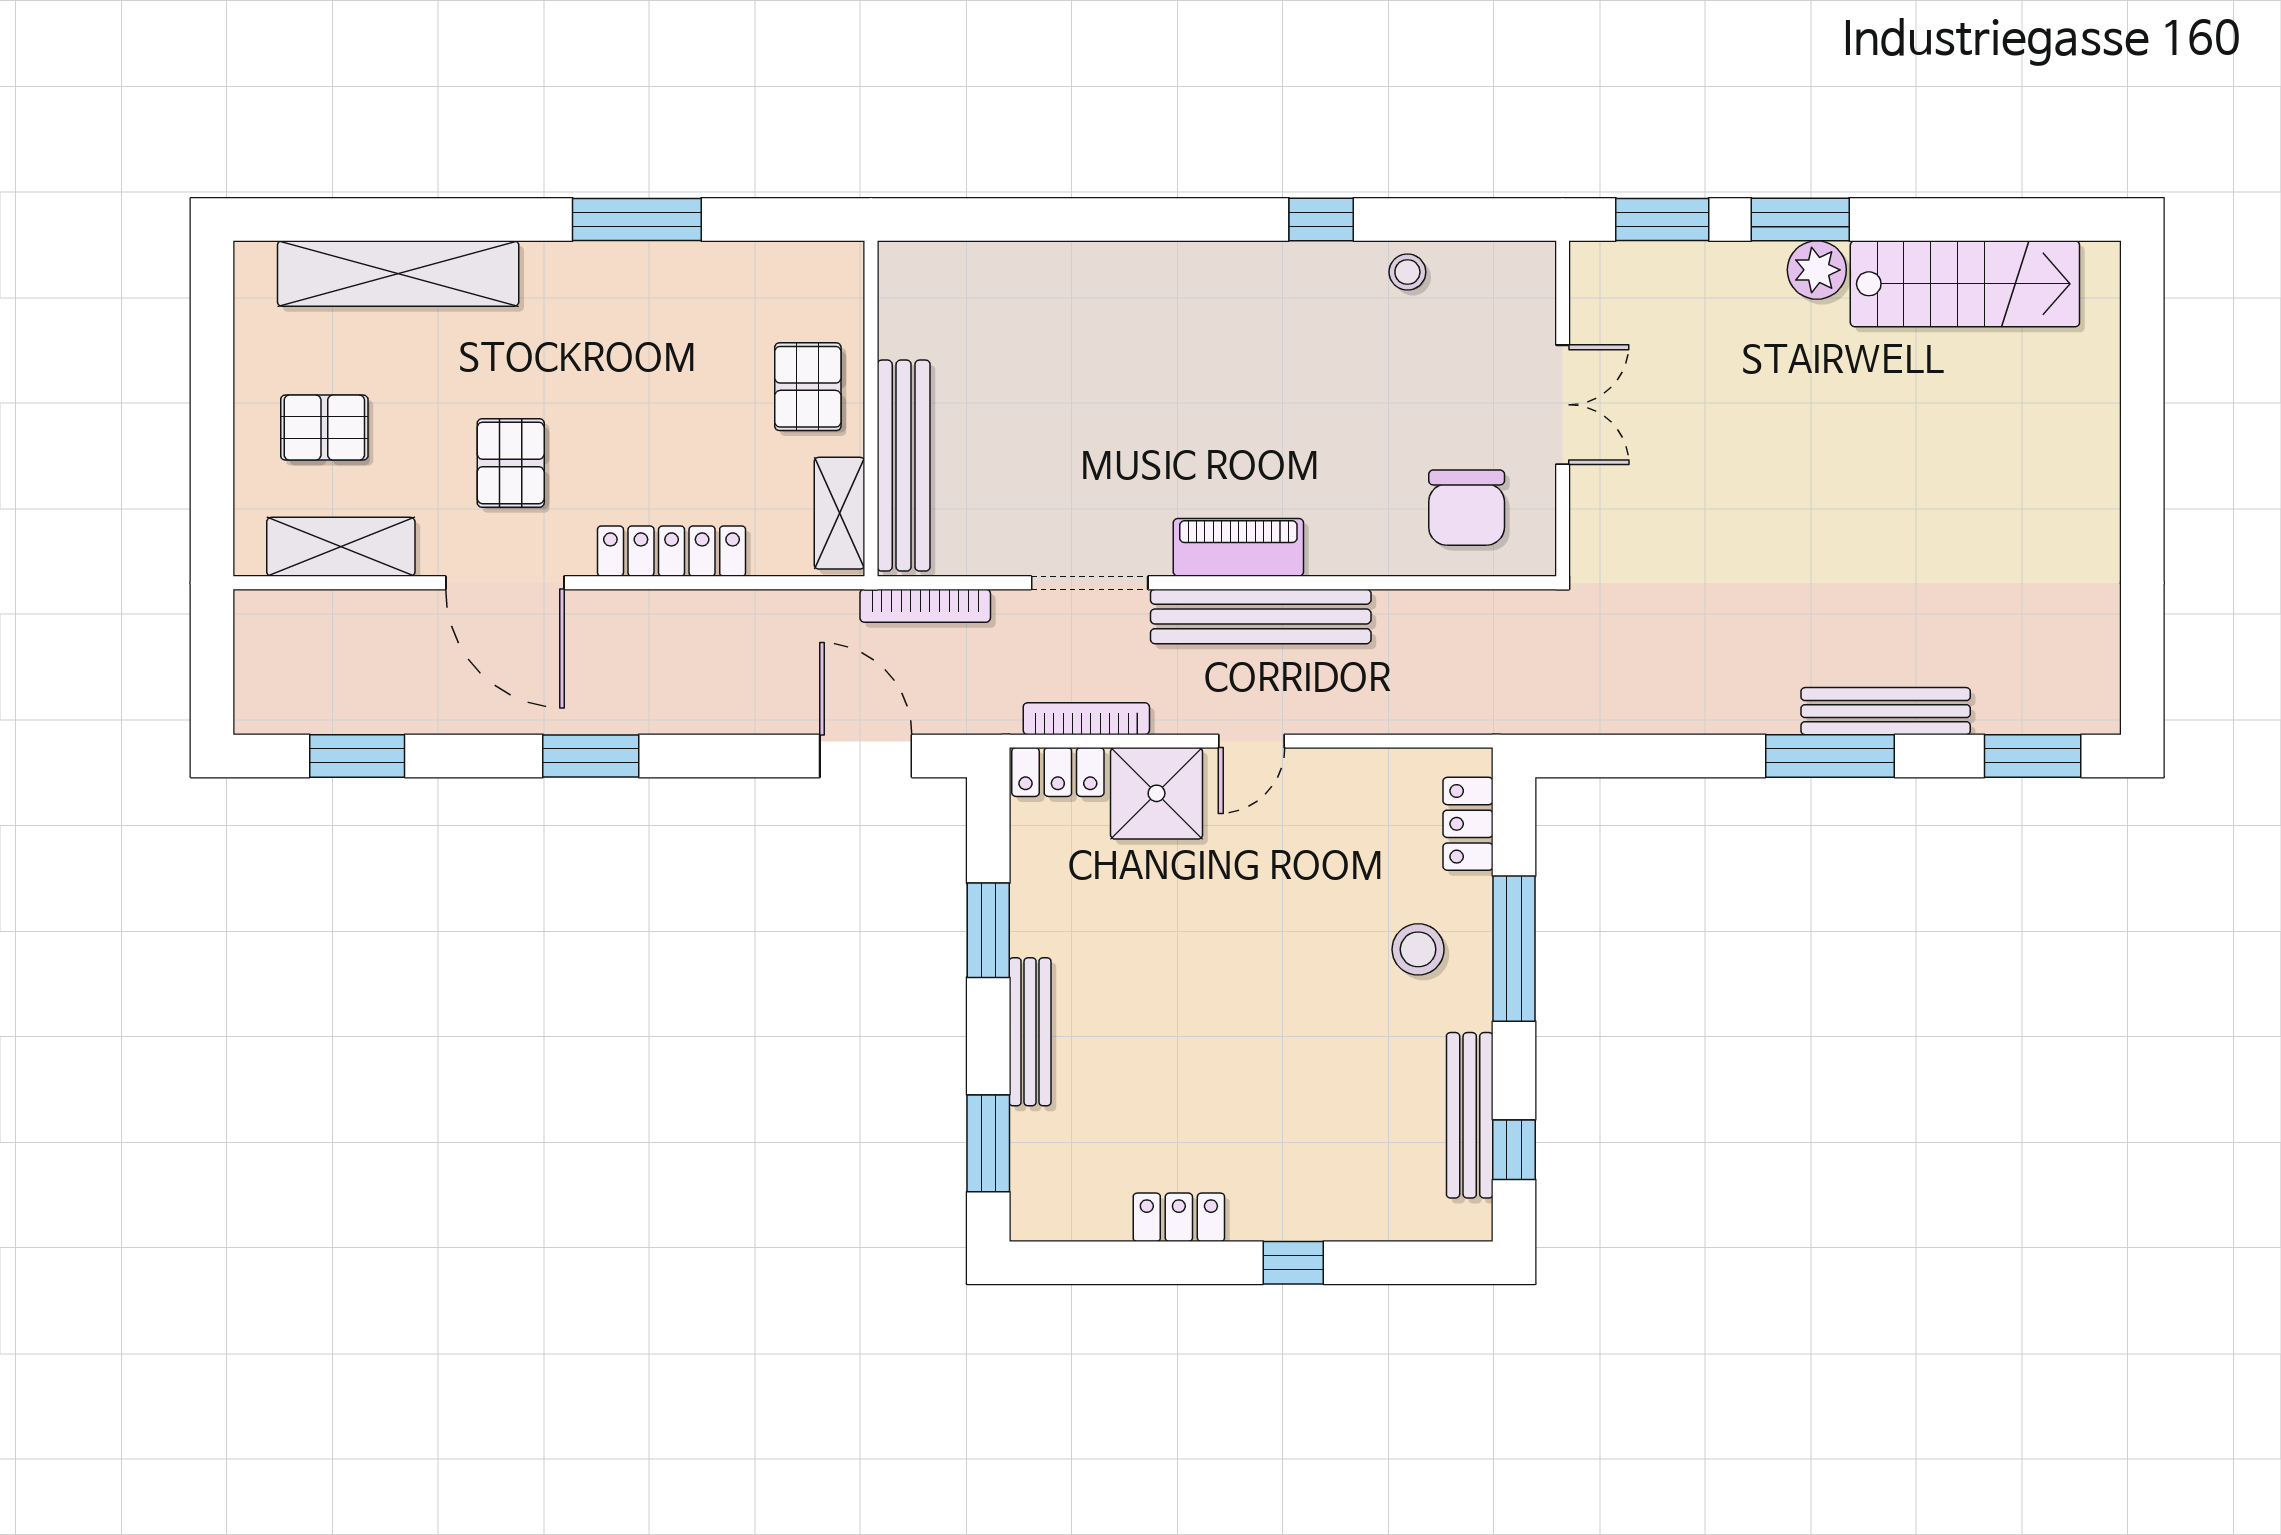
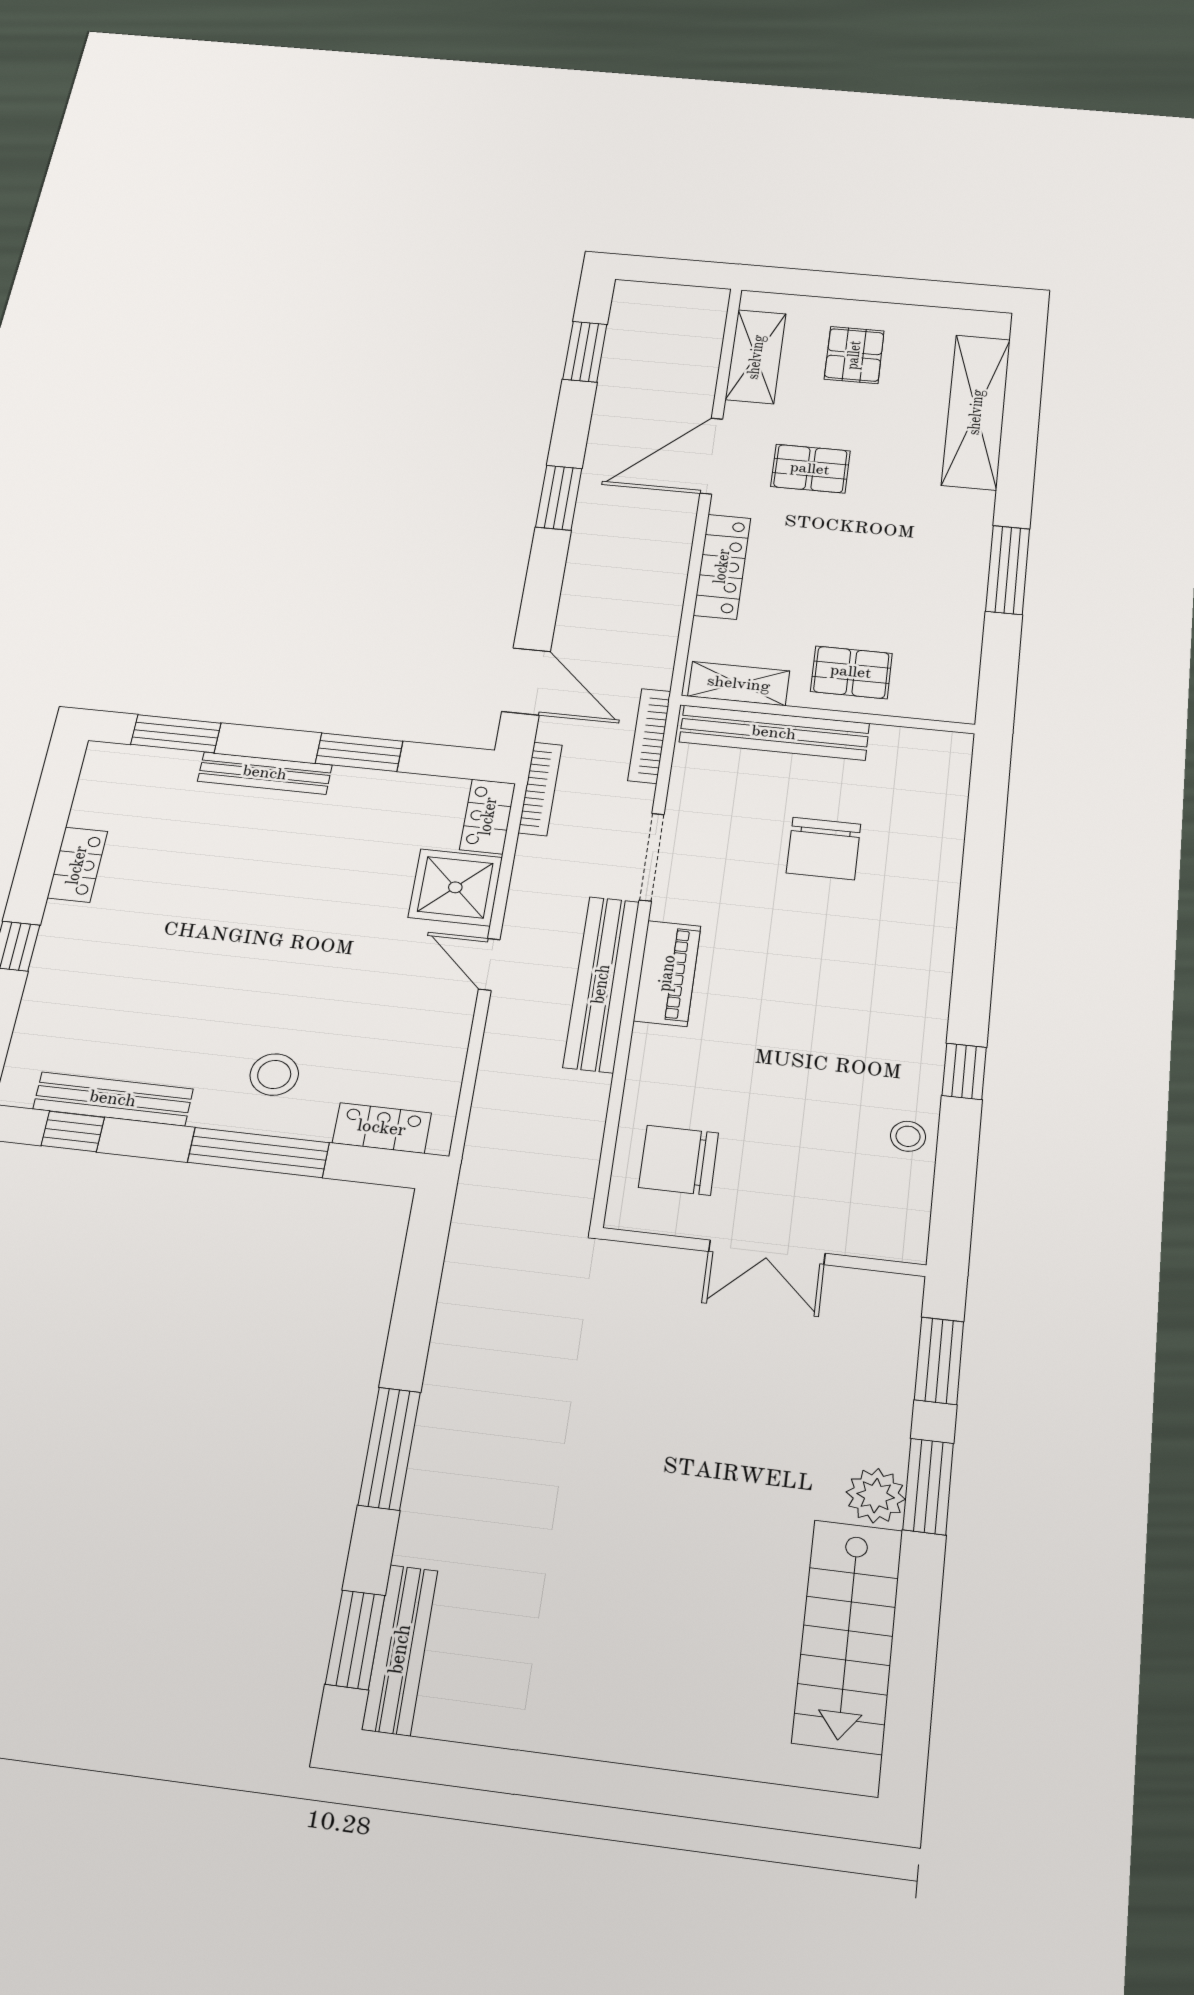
chair: (1055, 395) -> (824, 848), added
bench: (1886, 711) -> (400, 1649), moved
bookcase: (1086, 719) -> (540, 789), moved
door: (866, 756) -> (526, 681), hinge flipped

